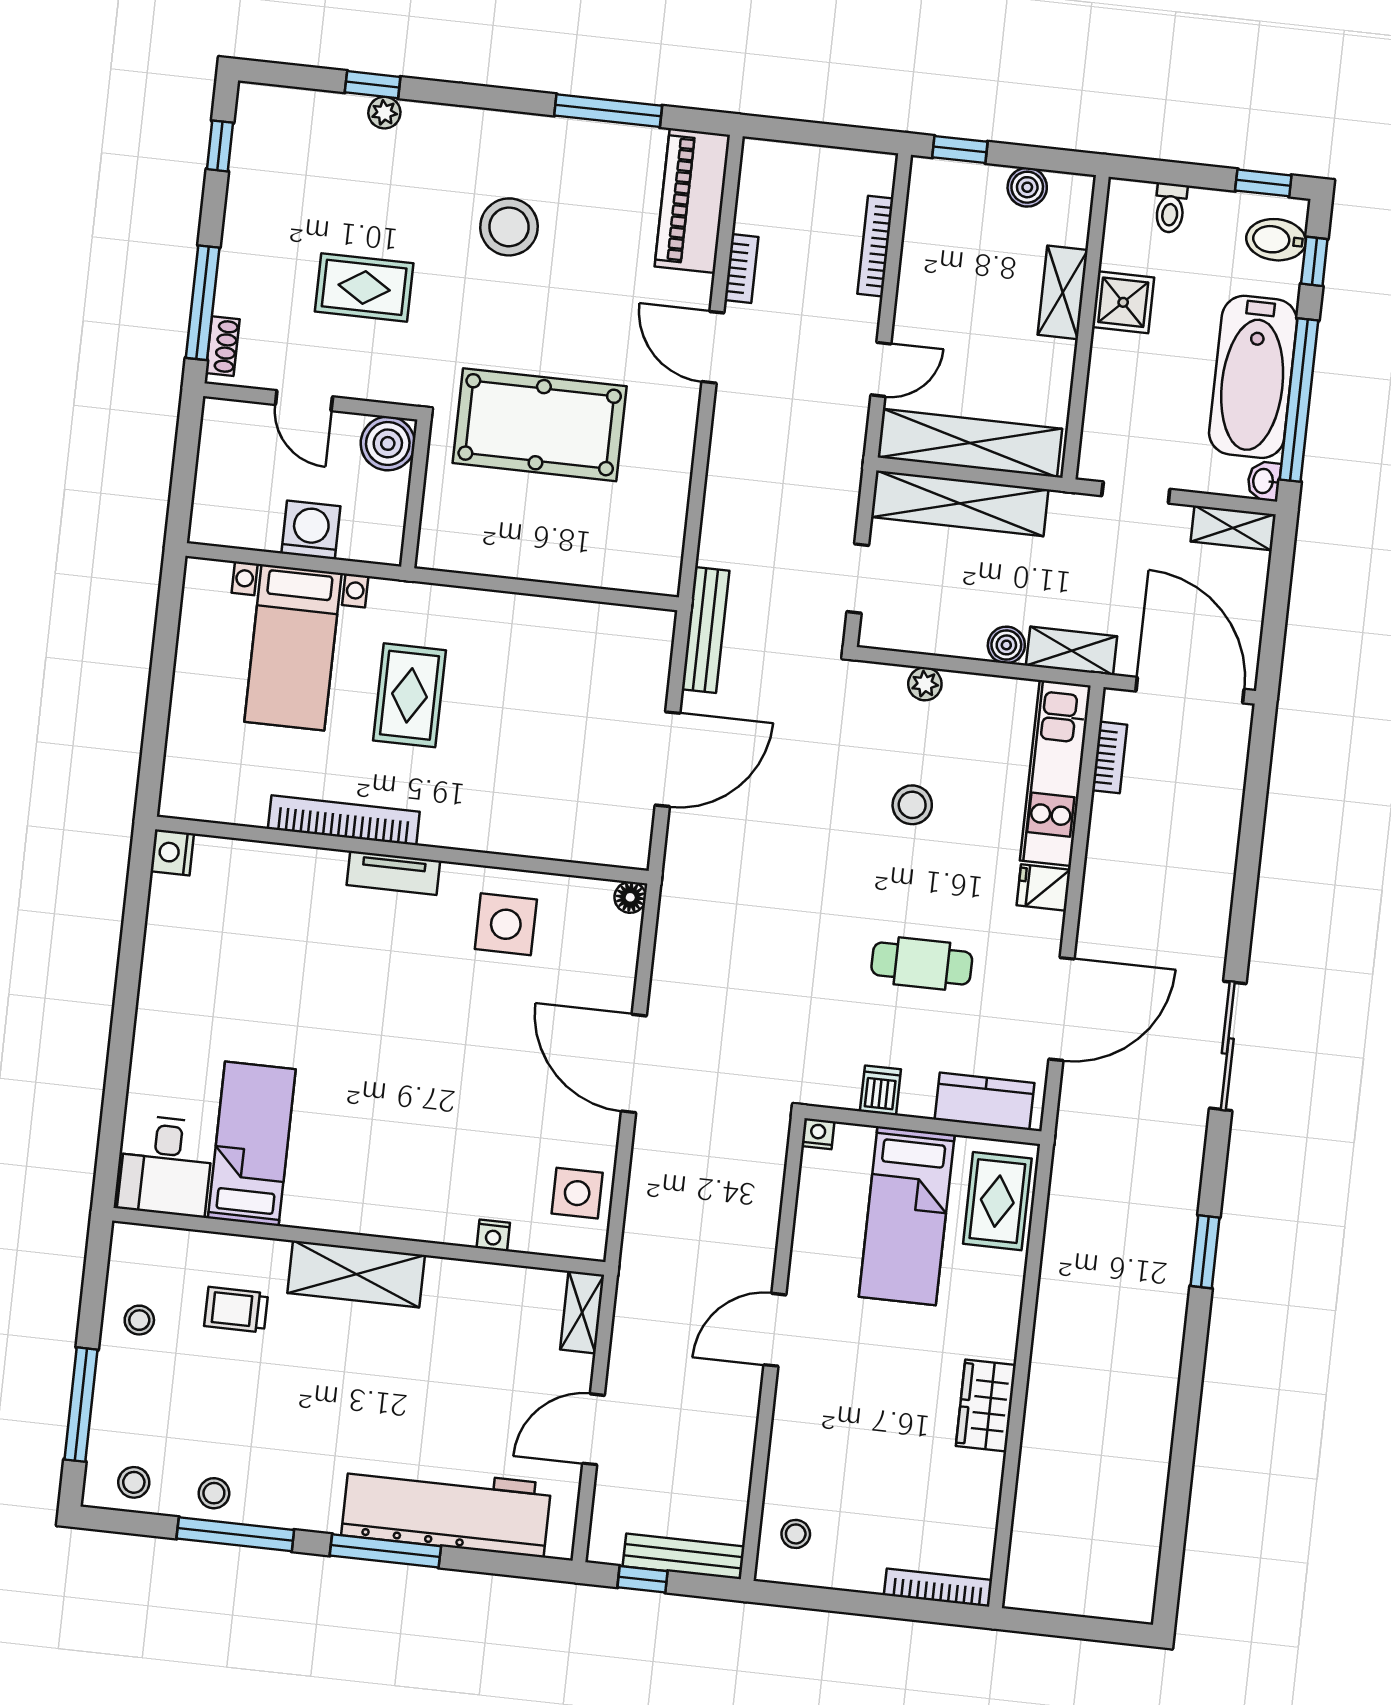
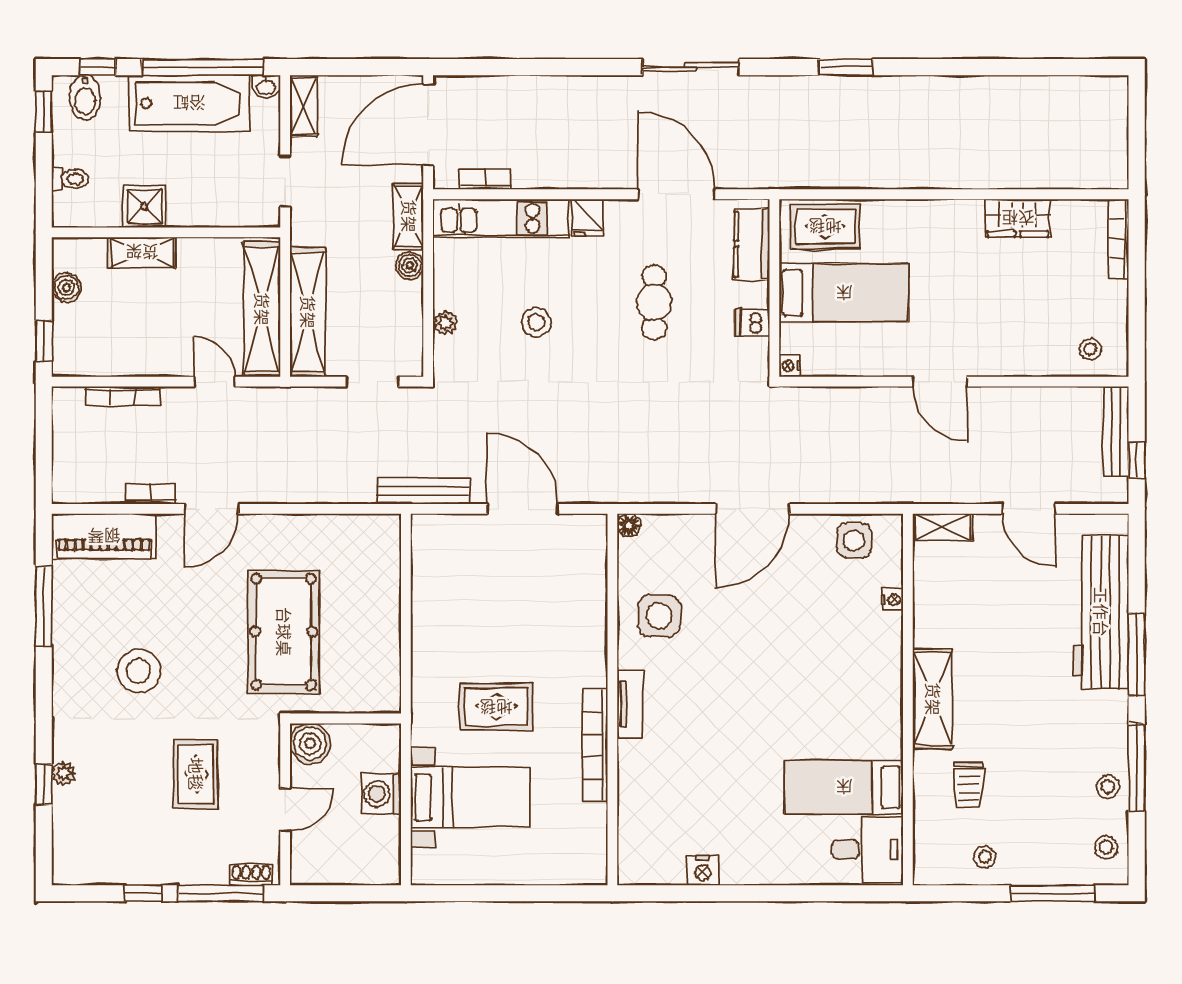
window: (220, 146) -> (143, 893), moved
nightstand: (172, 852) -> (703, 871), moved
wardrobe: (986, 1406) -> (1018, 218), moved

